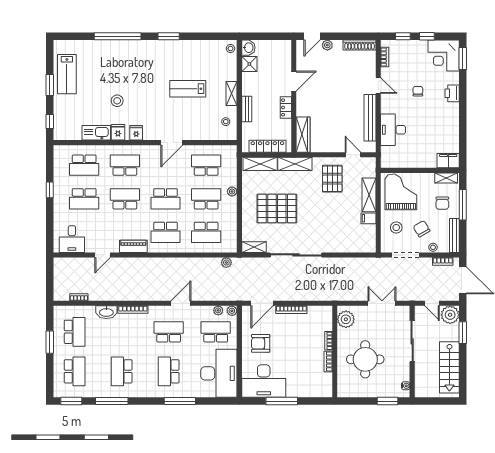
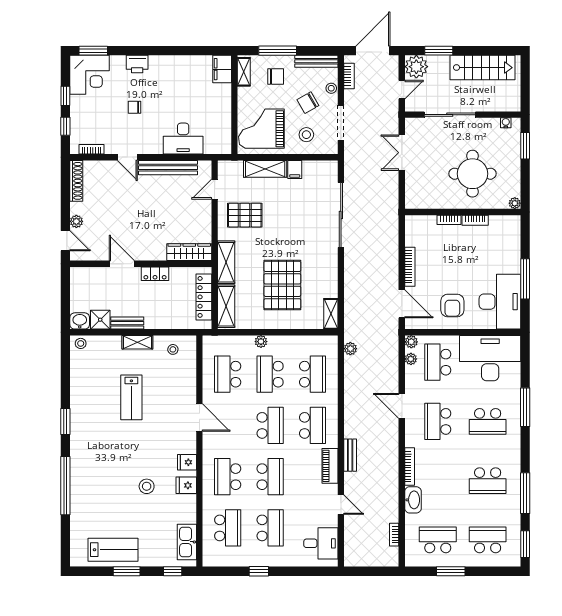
door: (378, 85) -> (127, 157), swing flipped
bench: (247, 109) -> (127, 323), moved
kitchen sink: (96, 133) -> (187, 542), moved
school desk: (125, 199) -> (270, 477), turned 180
sliding door: (296, 255) -> (341, 215), moved
bench: (142, 262) -> (350, 455), added
plant: (346, 319) -> (515, 203), moved, width x0.53, depth x0.53

